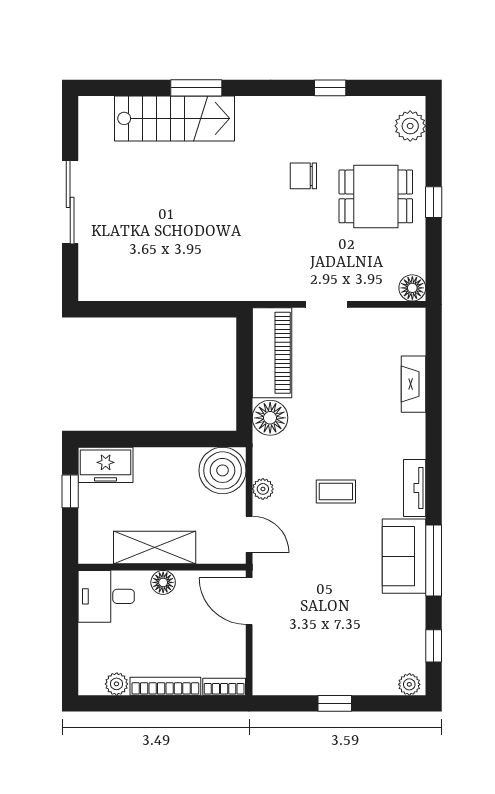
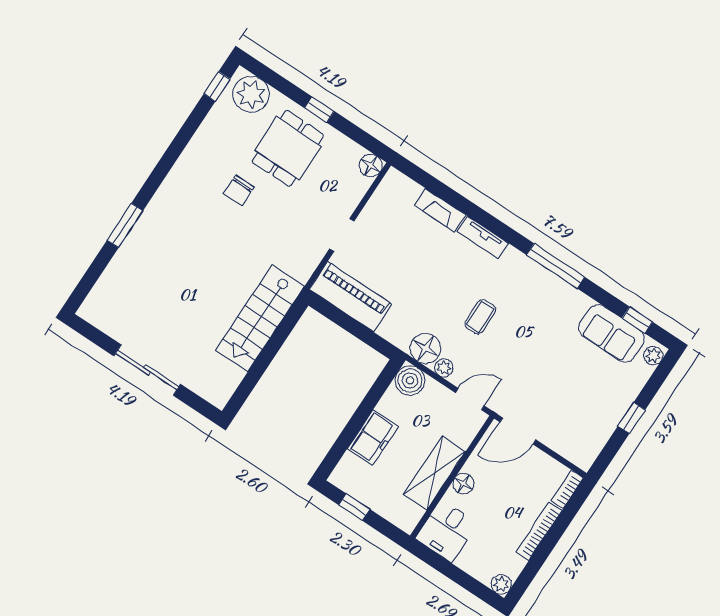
window: (330, 88) -> (217, 86), moved
stairs: (174, 118) -> (260, 318), moved, turned 180
plant: (410, 126) -> (251, 94), width x1.36, depth x1.36
floor lamp: (270, 418) -> (426, 348), moved
freezer: (106, 465) -> (373, 438), moved
boiler: (223, 470) -> (410, 380), width x0.73, depth x0.73
tv unit: (415, 488) -> (483, 237), moved
sofa: (404, 556) -> (612, 333), moved
window: (434, 561) -> (556, 266), moved
plant: (117, 684) -> (501, 584), moved

